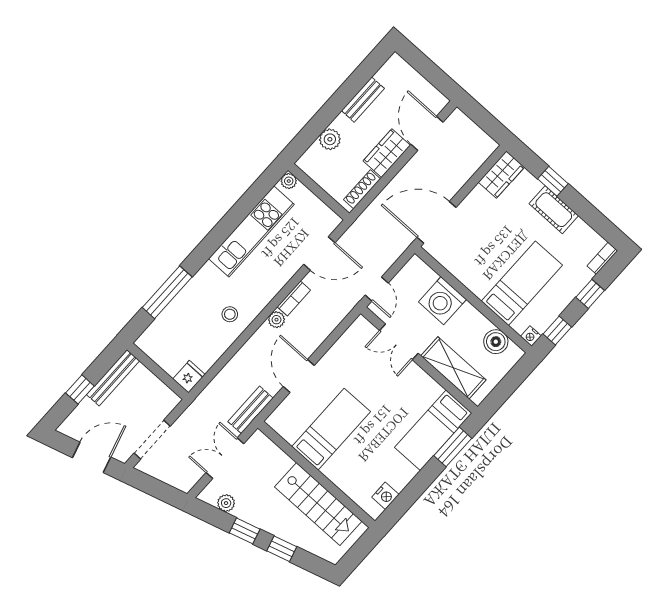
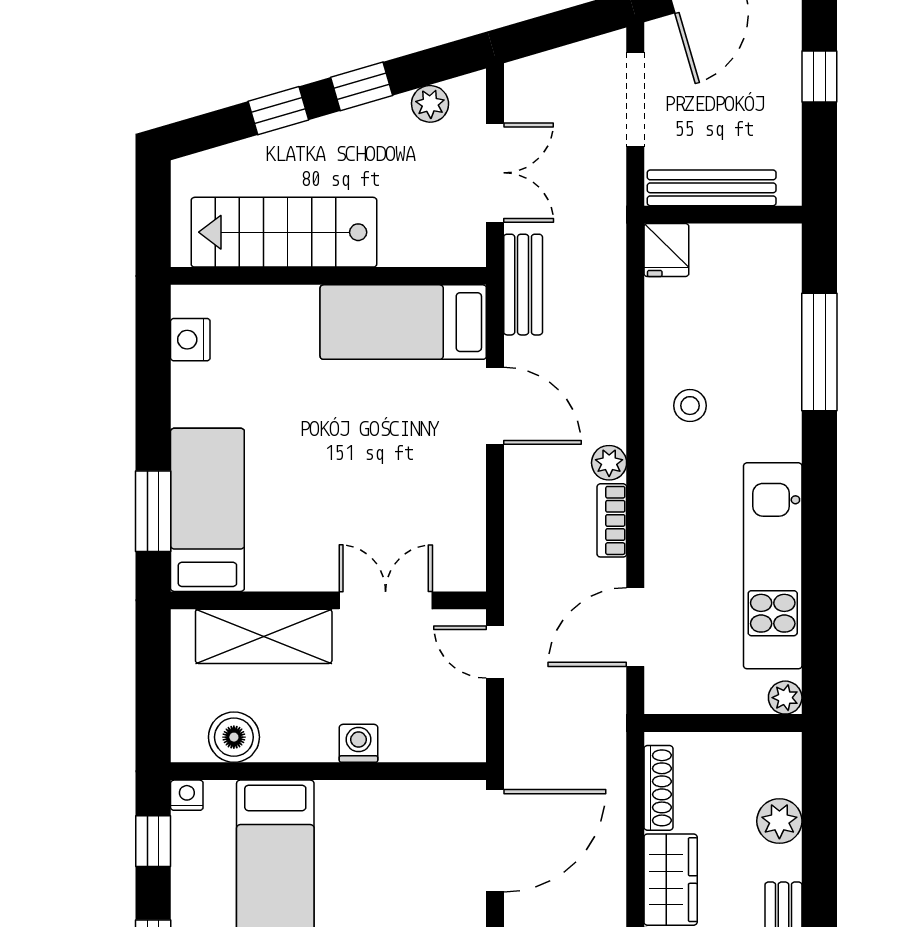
washing machine: (442, 301) -> (358, 743), width x0.53, depth x0.53
bench: (113, 378) -> (712, 188), moved, turned 90
bed: (331, 429) -> (403, 322), moved, turned 90

